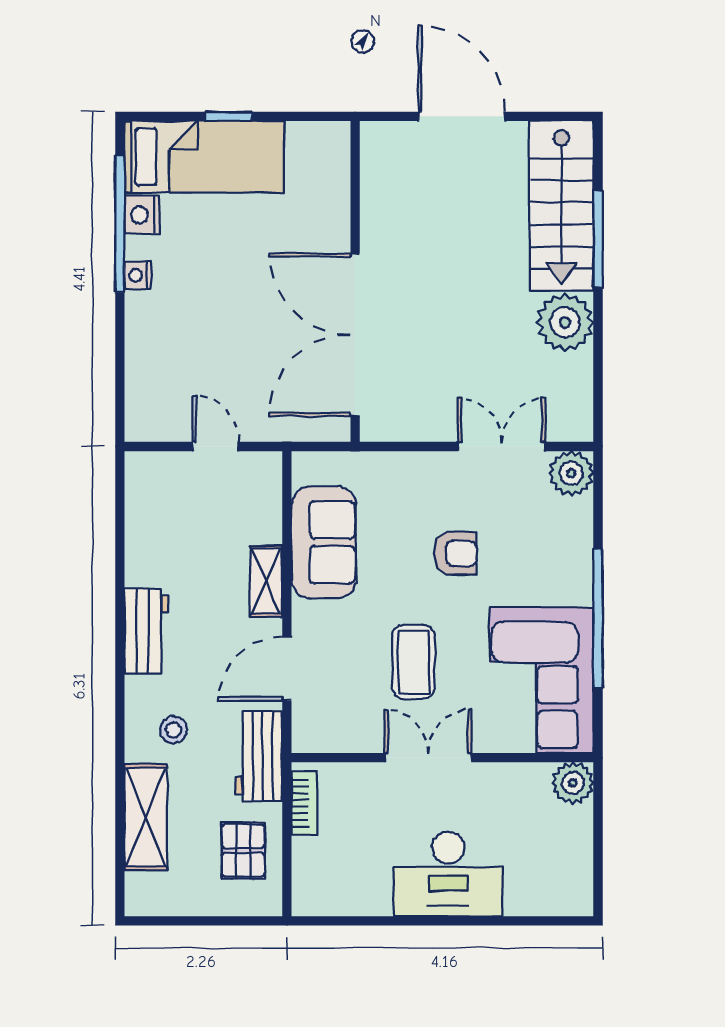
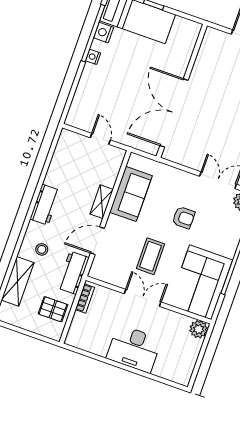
pallet: (243, 851) -> (53, 309), turned 90

